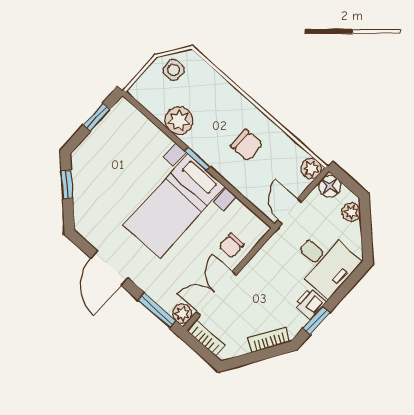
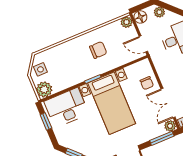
plant: (179, 121) -> (44, 89), moved
desk: (133, 139) -> (66, 108), added

